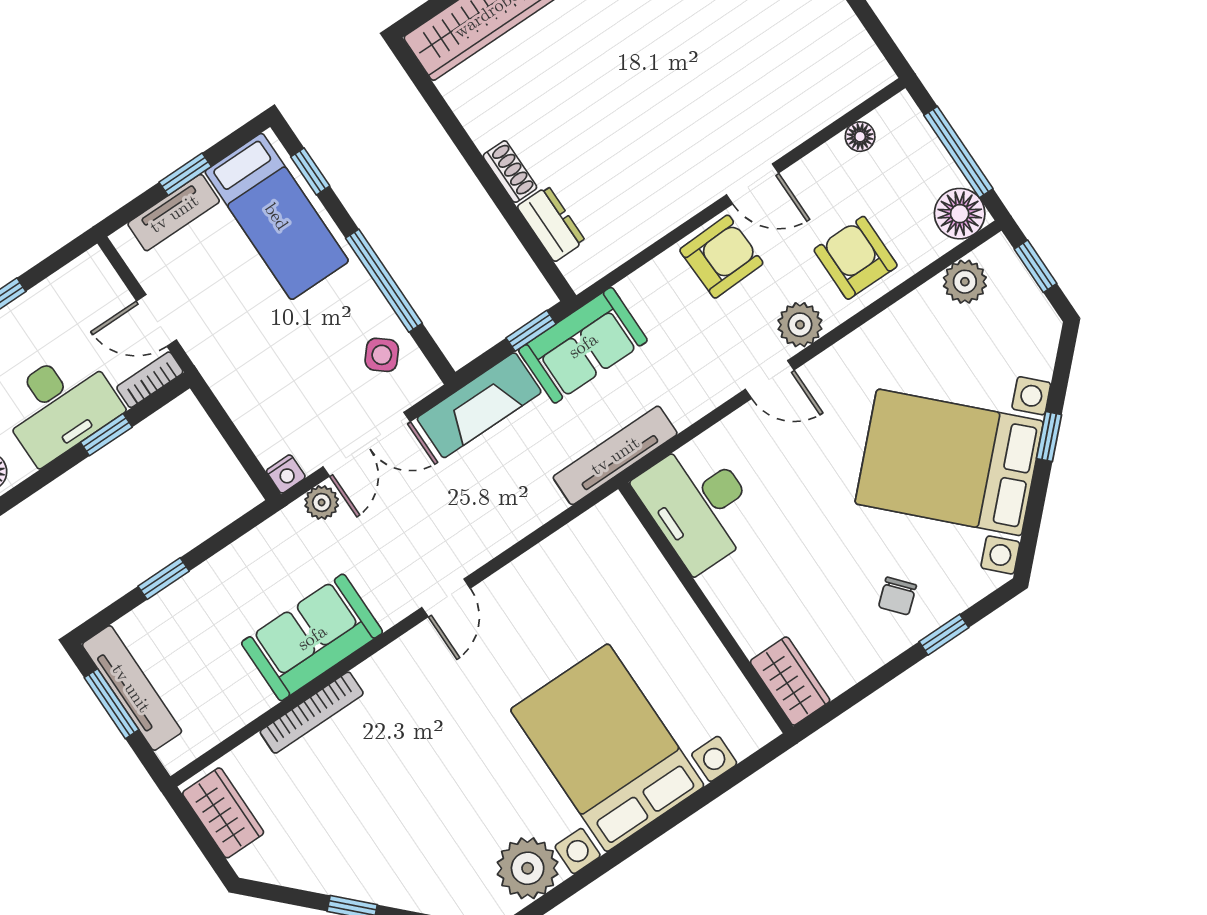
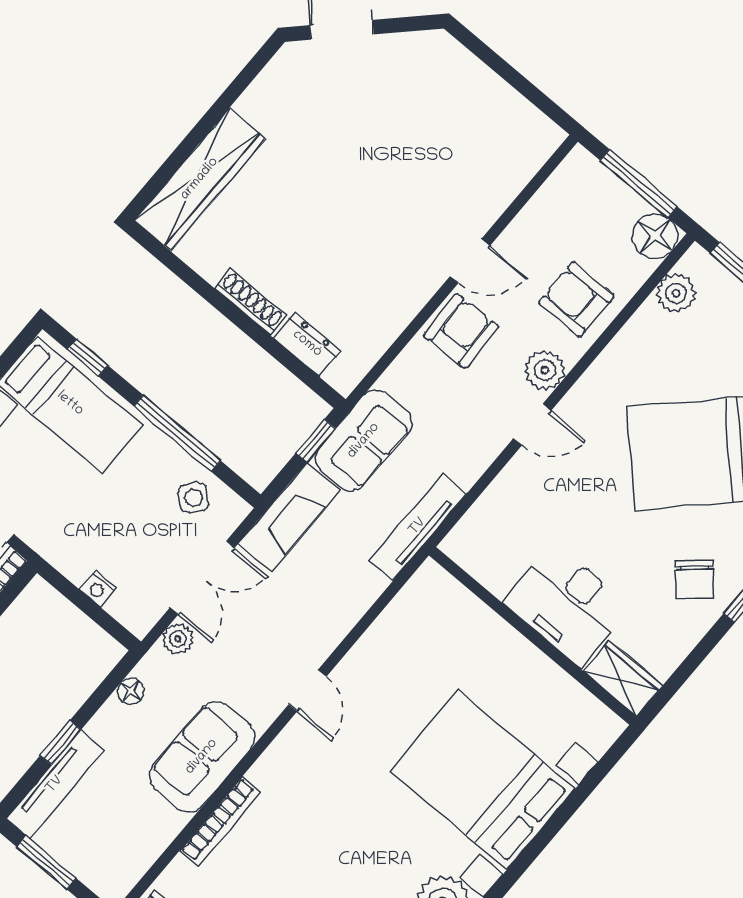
floor lamp: (860, 137) -> (131, 691), moved
shoe rack: (510, 172) -> (250, 302), width x1.43
nightstand: (286, 474) -> (98, 588), moved, turned 90
desk: (699, 505) -> (567, 605), moved
chair: (897, 596) -> (694, 579), width x1.37, depth x1.37
tv unit: (132, 688) -> (55, 785), moved, turned 90

